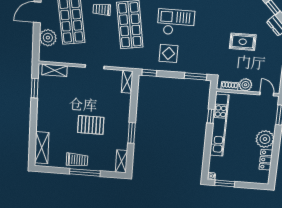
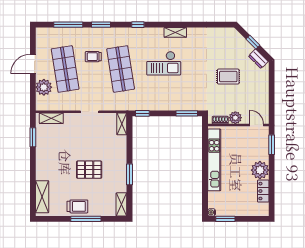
checkout: (176, 22) -> (164, 63), turned 180
display table: (169, 53) -> (159, 93), removed
window: (211, 116) -> (205, 151), removed

